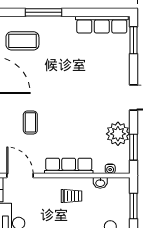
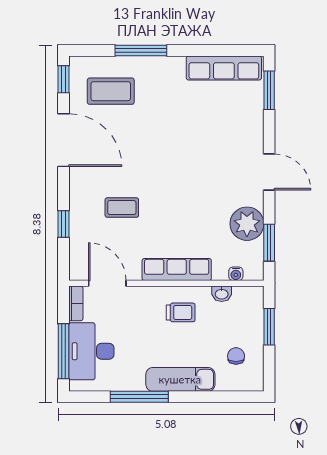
coffee table: (30, 122) -> (122, 208), turned 90

